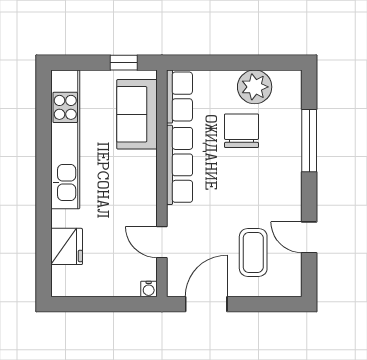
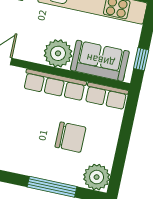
plant: (255, 87) -> (97, 177), moved
plant: (139, 169) -> (58, 53), added

